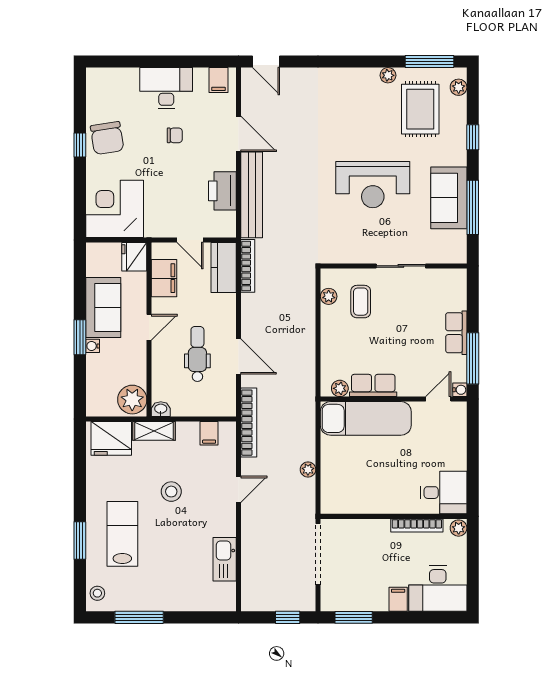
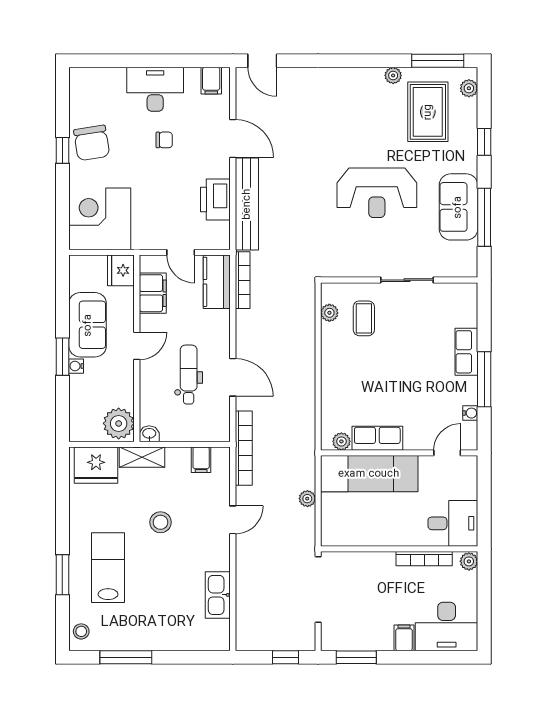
row of seats: (373, 385) -> (377, 438), moved
plant: (340, 388) -> (341, 441), moved
wall: (394, 399) -> (399, 453), moved
door: (438, 399) -> (447, 453), moved
exam couch: (366, 418) -> (369, 474), moved

